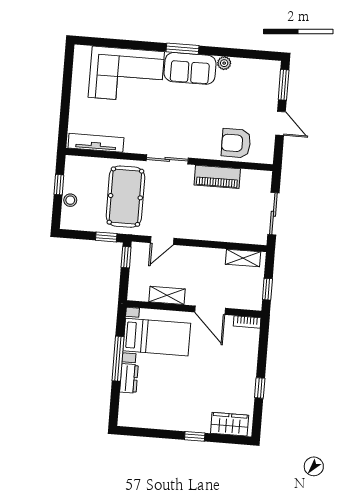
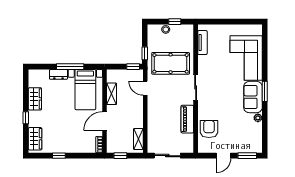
tv unit: (96, 143) -> (202, 43), width x0.71
wardrobe: (165, 419) -> (35, 99), added

